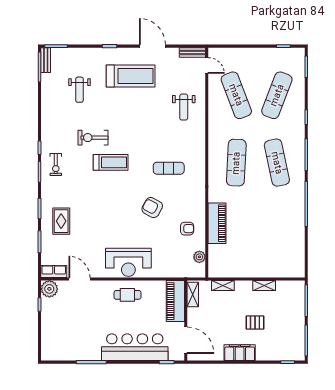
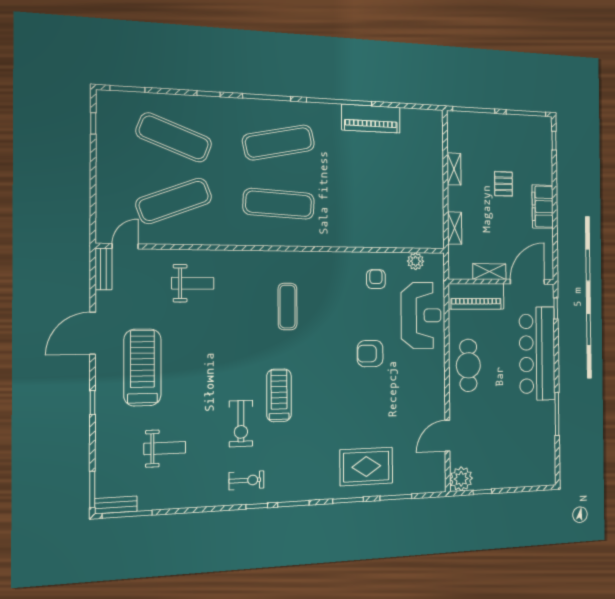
exercise bike: (56, 165) -> (246, 480), moved
armchair: (152, 208) -> (370, 354), moved, turned 62
rug: (61, 221) -> (366, 467), width x1.36, depth x1.43
piano: (217, 223) -> (371, 119), moved, turned 180
reception desk: (128, 262) -> (421, 315), moved
row of seats: (54, 272) -> (437, 474), removed
cafe table: (127, 295) -> (468, 365), width x1.37, depth x1.35
shelving: (193, 295) -> (489, 272), moved

